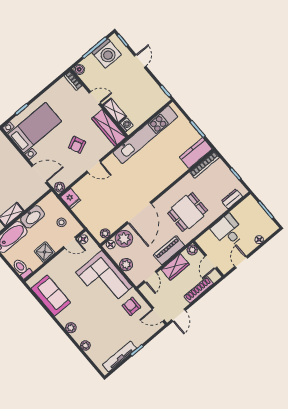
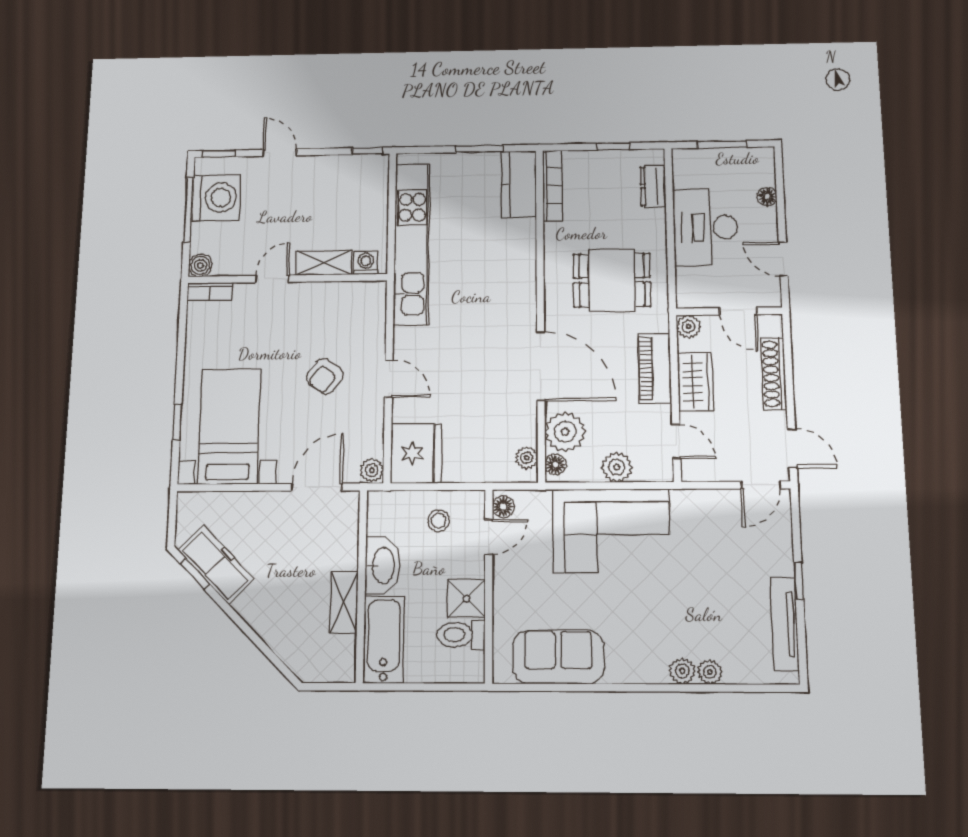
wardrobe: (109, 128) -> (344, 297), removed
armchair: (77, 145) -> (325, 376), turned 60
door: (94, 167) -> (389, 379), hinge flipped
fridge: (71, 198) -> (416, 453), width x1.88, depth x1.34
dining table: (188, 212) -> (612, 280), turned 90
desk: (228, 231) -> (705, 227), width x1.37
toilet: (22, 268) -> (461, 635), moved
armchair: (131, 306) -> (704, 522), removed
plant: (71, 328) -> (682, 671), moved

